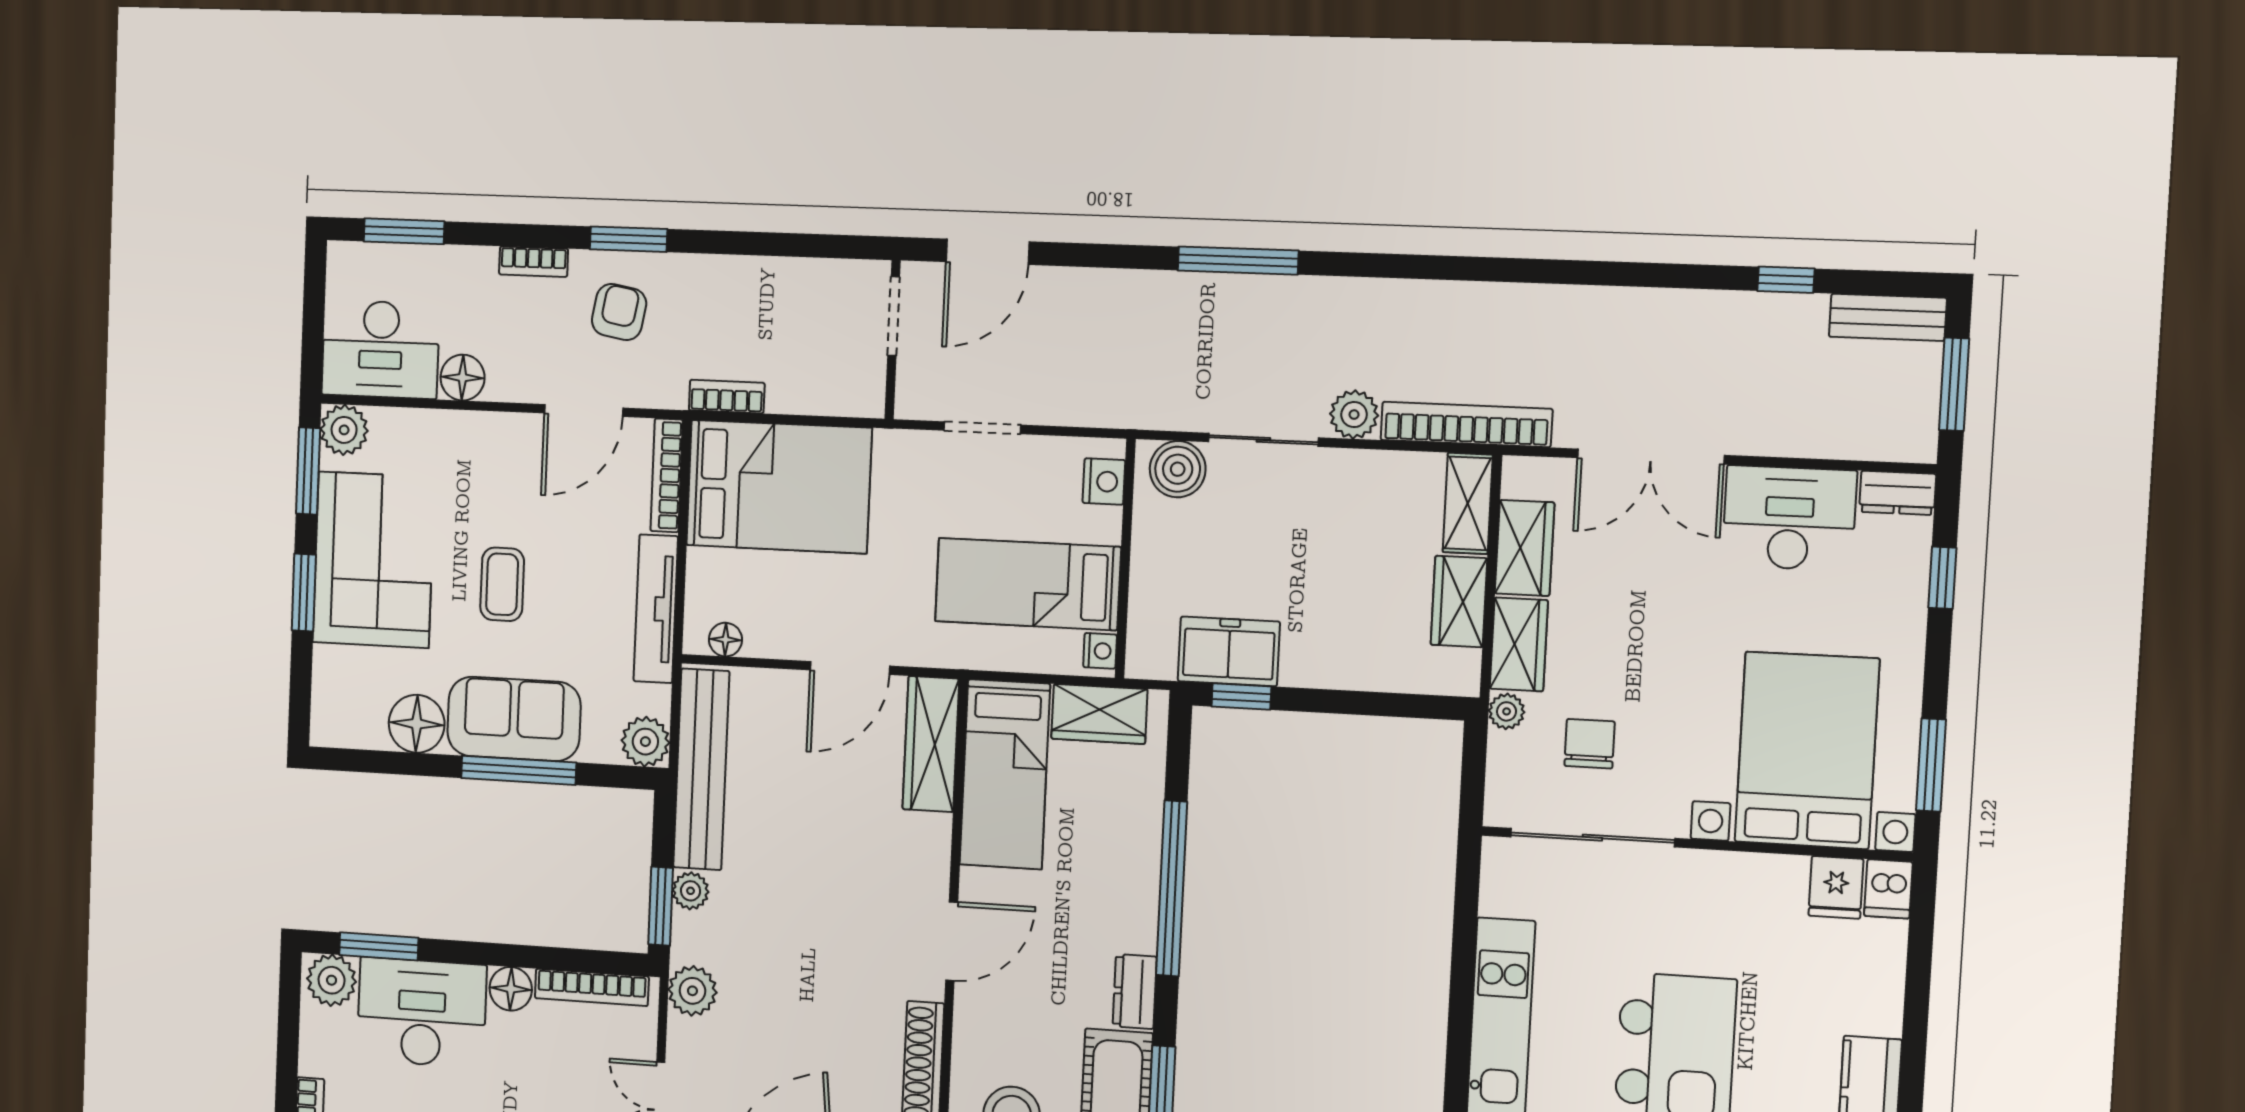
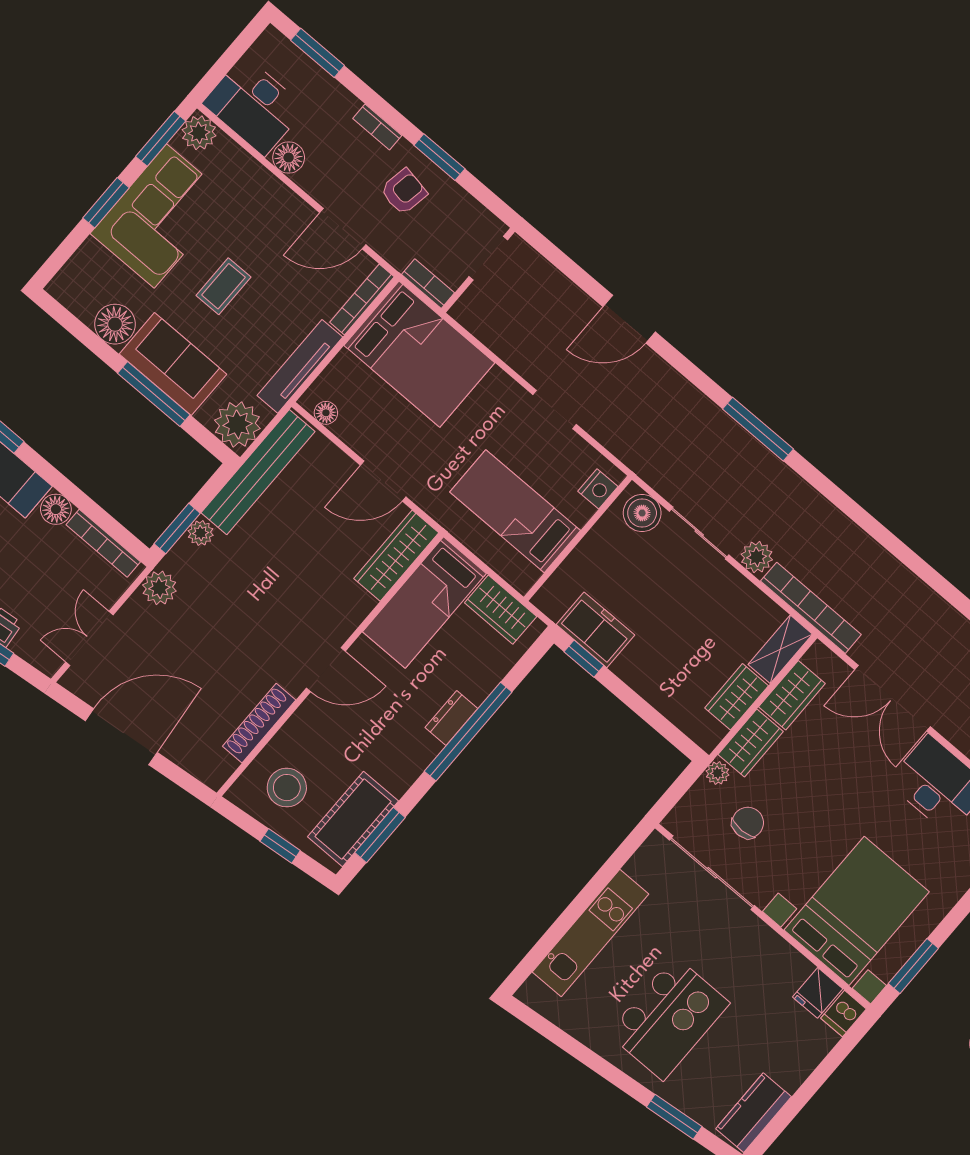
doorway: (894, 316) -> (488, 258), moved
wall: (893, 340) -> (478, 270), moved
nightstand: (1100, 651) -> (527, 577), removed
plant: (645, 742) -> (237, 424), width x1.36, depth x1.36
dresser: (1135, 992) -> (451, 718), moved

